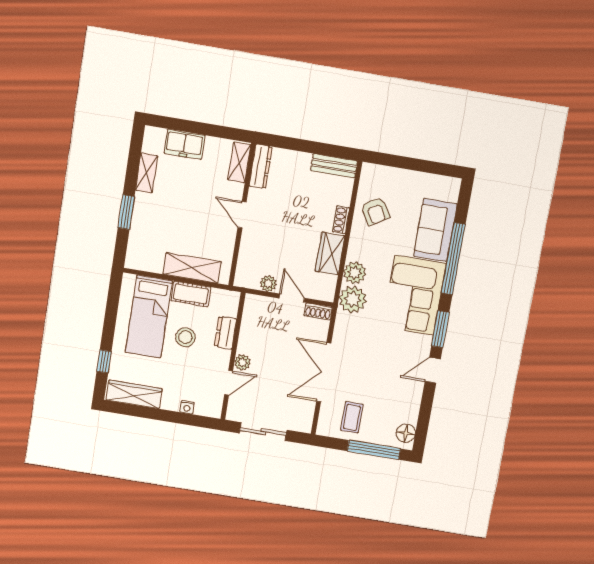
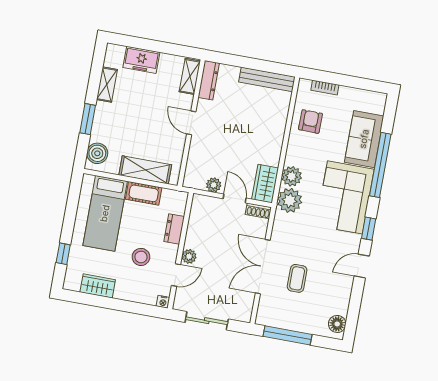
bench: (334, 166) -> (267, 79), width x1.36
bookcase: (391, 173) -> (325, 88), added
armchair: (375, 211) -> (310, 121), turned -148
shoe rack: (341, 220) -> (280, 129), removed
boiler: (138, 250) -> (97, 153), added
wardrobe: (330, 253) -> (265, 184), moved
window: (440, 329) -> (369, 229), width x0.67
stool: (185, 337) -> (141, 257), moved
wardrobe: (134, 394) -> (98, 286), width x0.67
nightstand: (187, 407) -> (163, 302), moved
coffee table: (352, 417) -> (297, 278), moved
window: (374, 450) -> (288, 335), moved

